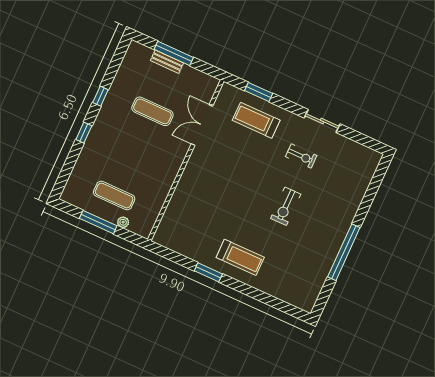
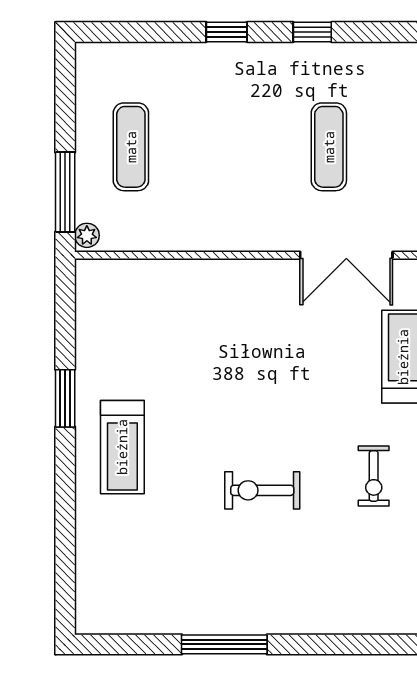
double door: (202, 125) -> (346, 255), swing flipped
window: (98, 222) -> (65, 192), moved
plant: (123, 222) -> (87, 235), moved
window: (344, 252) -> (224, 644), width x0.68

